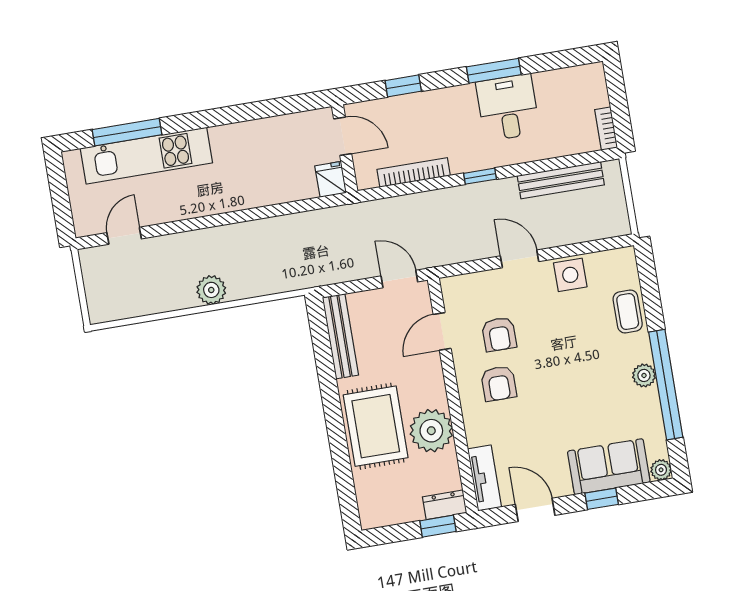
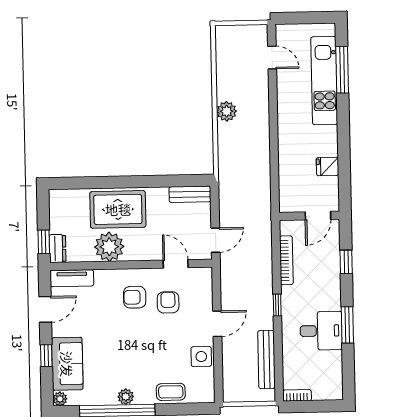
fridge: (331, 179) -> (327, 166), moved, turned 180
armchair: (499, 334) -> (168, 302), turned 90
bench: (340, 336) -> (190, 194), width x0.73

